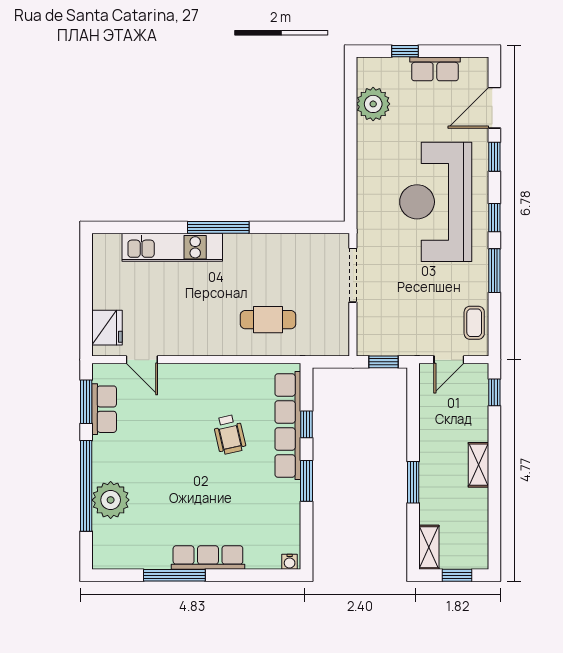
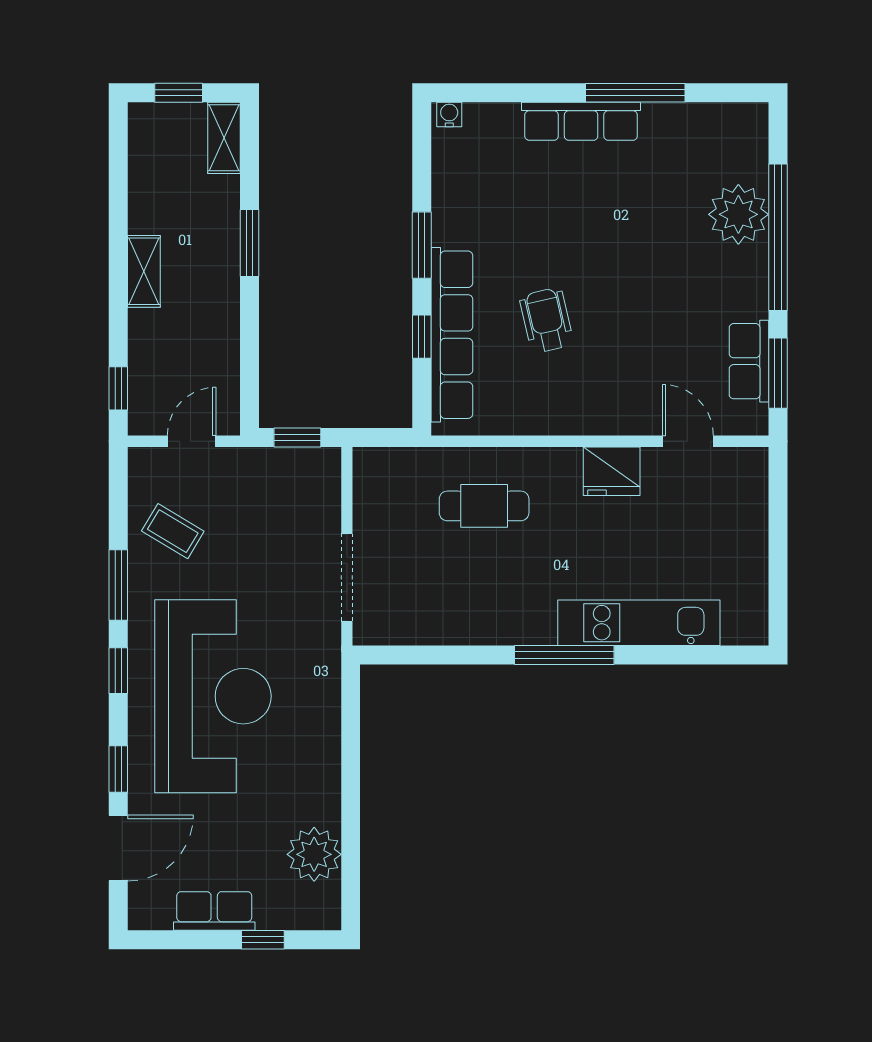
coffee table: (474, 323) -> (173, 531), moved, turned -59
fridge: (107, 328) -> (612, 471), moved, turned -90

